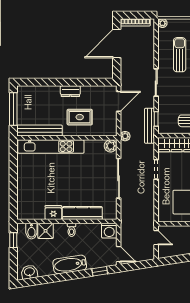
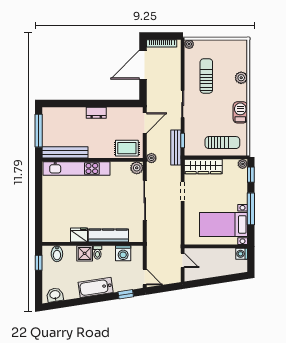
rug: (80, 117) -> (127, 148), moved
shower: (46, 231) -> (85, 253), moved
washing machine: (109, 231) -> (123, 253), moved

